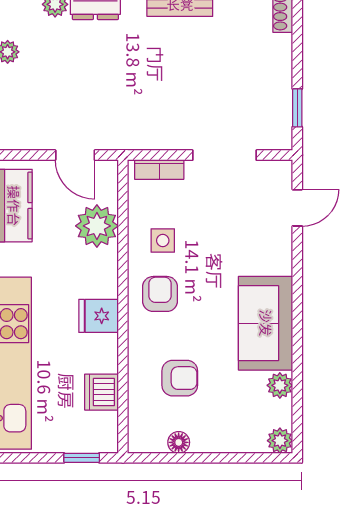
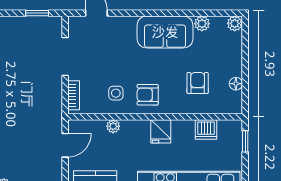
plant: (97, 226) -> (113, 126), width x0.53, depth x0.53

